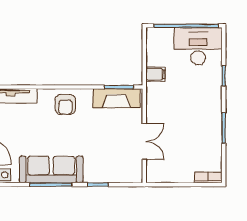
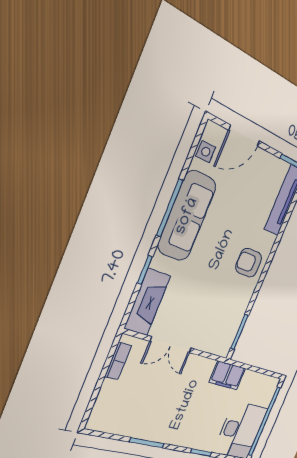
filing cabinet: (155, 74) -> (227, 375), width x2.00
fireplace: (116, 98) -> (147, 302), moved, turned 180
bookcase: (208, 177) -> (118, 361), moved

